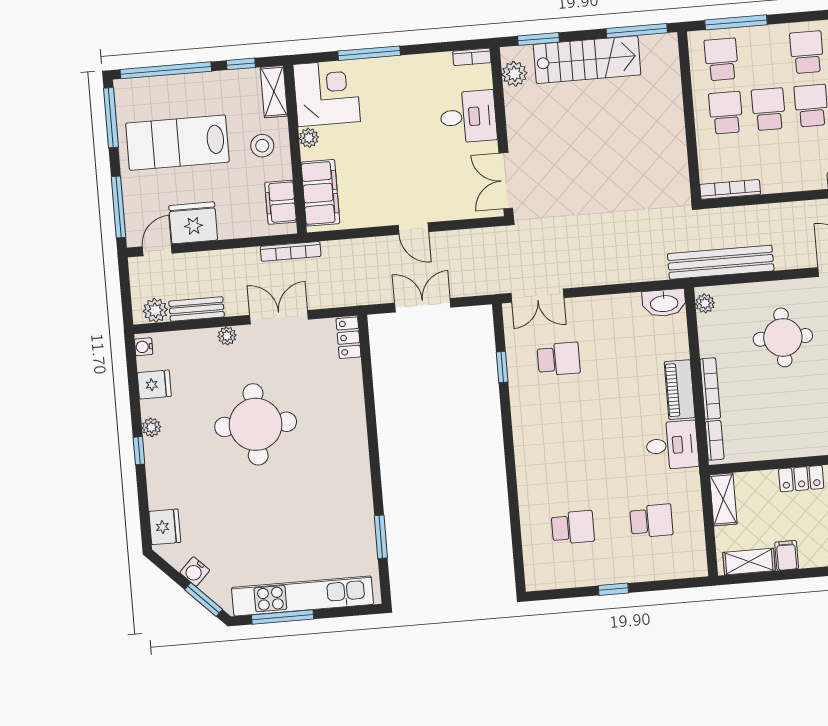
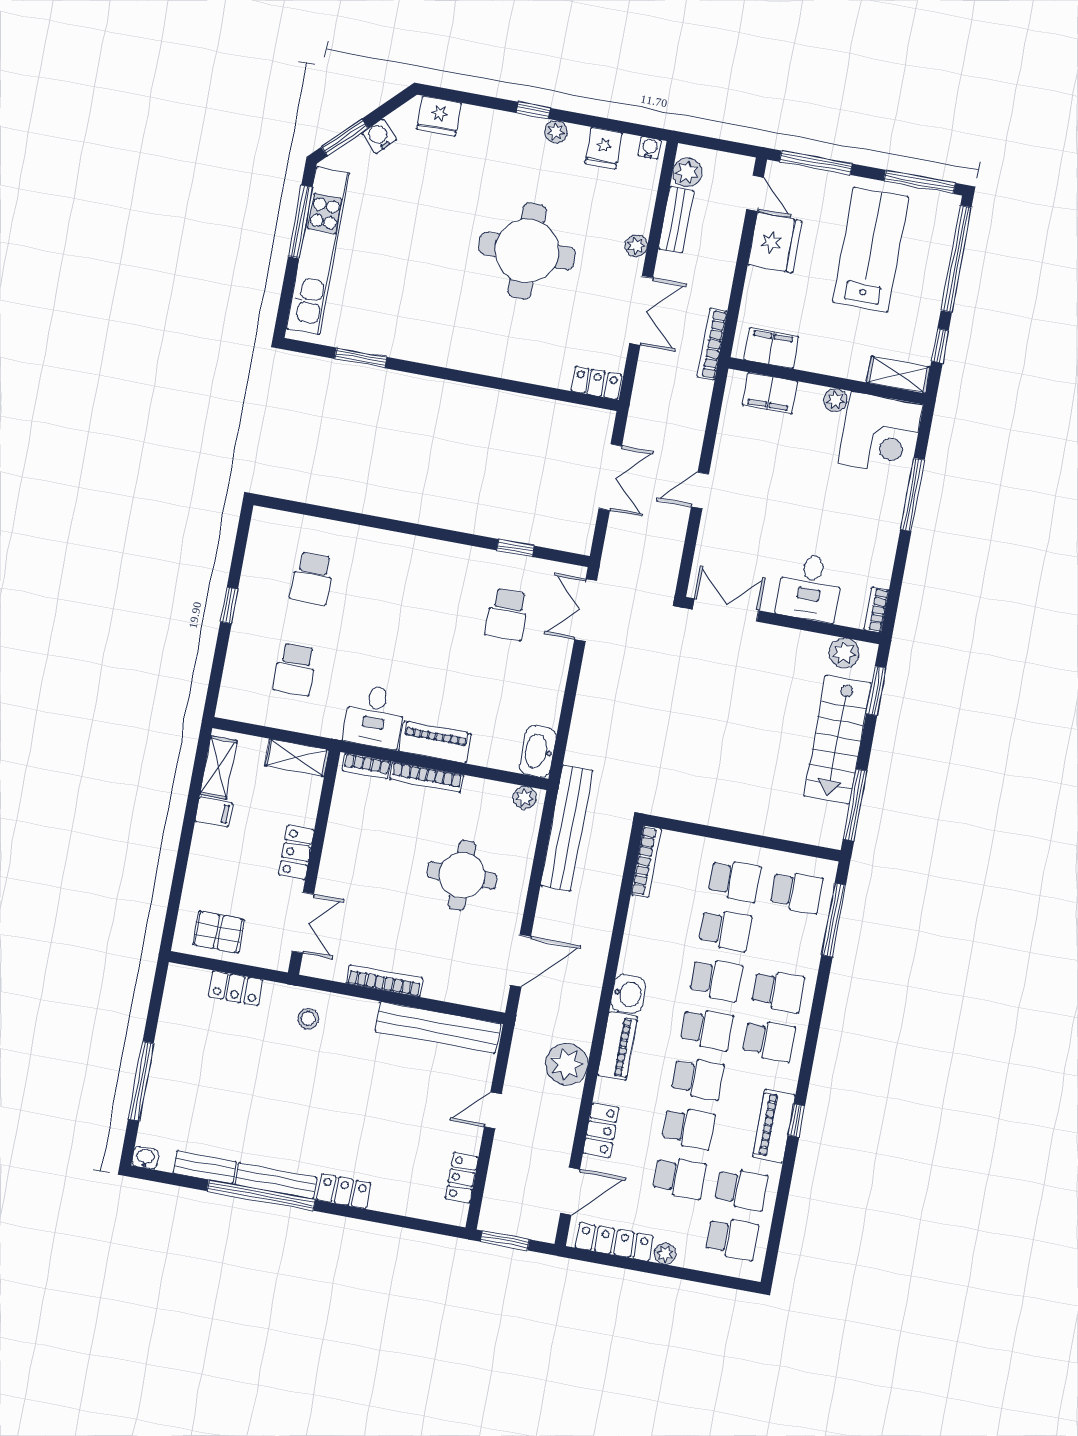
stool: (262, 146) -> (841, 345), removed
filing cabinet: (320, 193) -> (770, 393), width x0.67, depth x0.86

